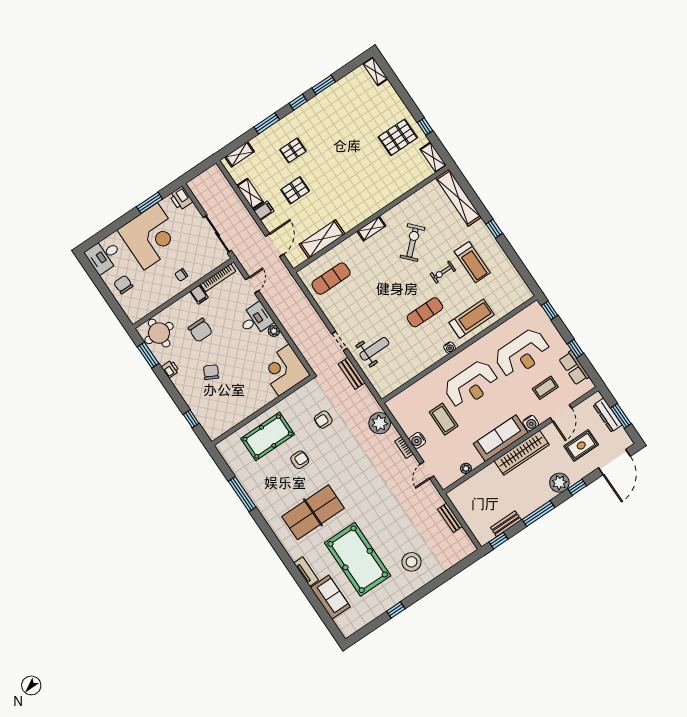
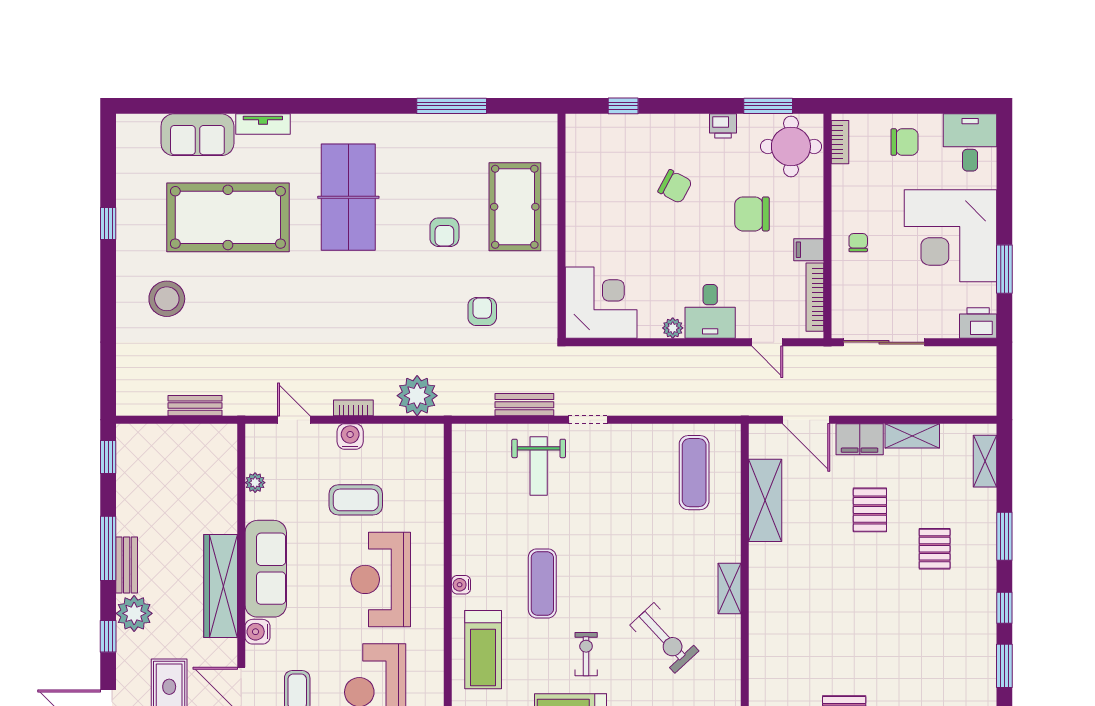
filing cabinet: (264, 211) -> (860, 439), width x2.00
bookcase: (142, 313) -> (840, 142), added
bench: (506, 524) -> (127, 565), moved

